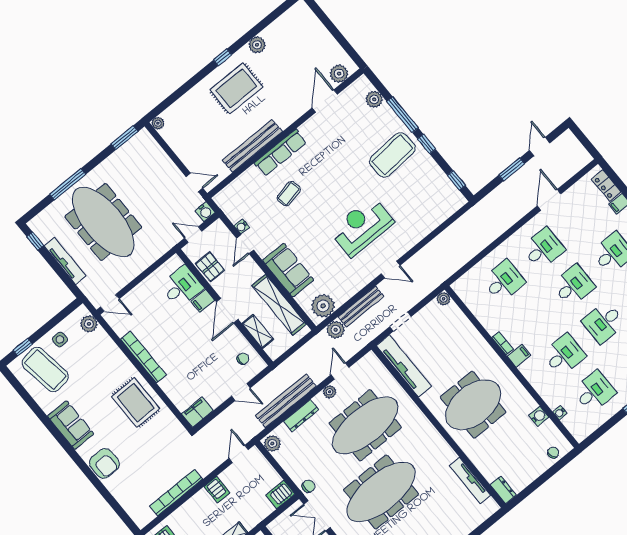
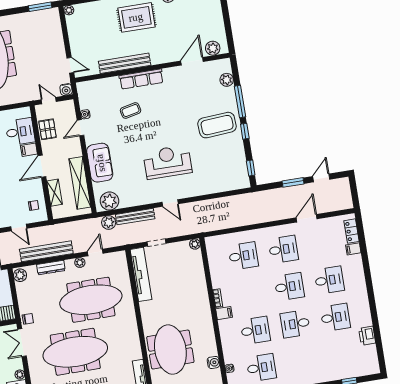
meeting table: (473, 405) -> (170, 350), moved, turned 90

